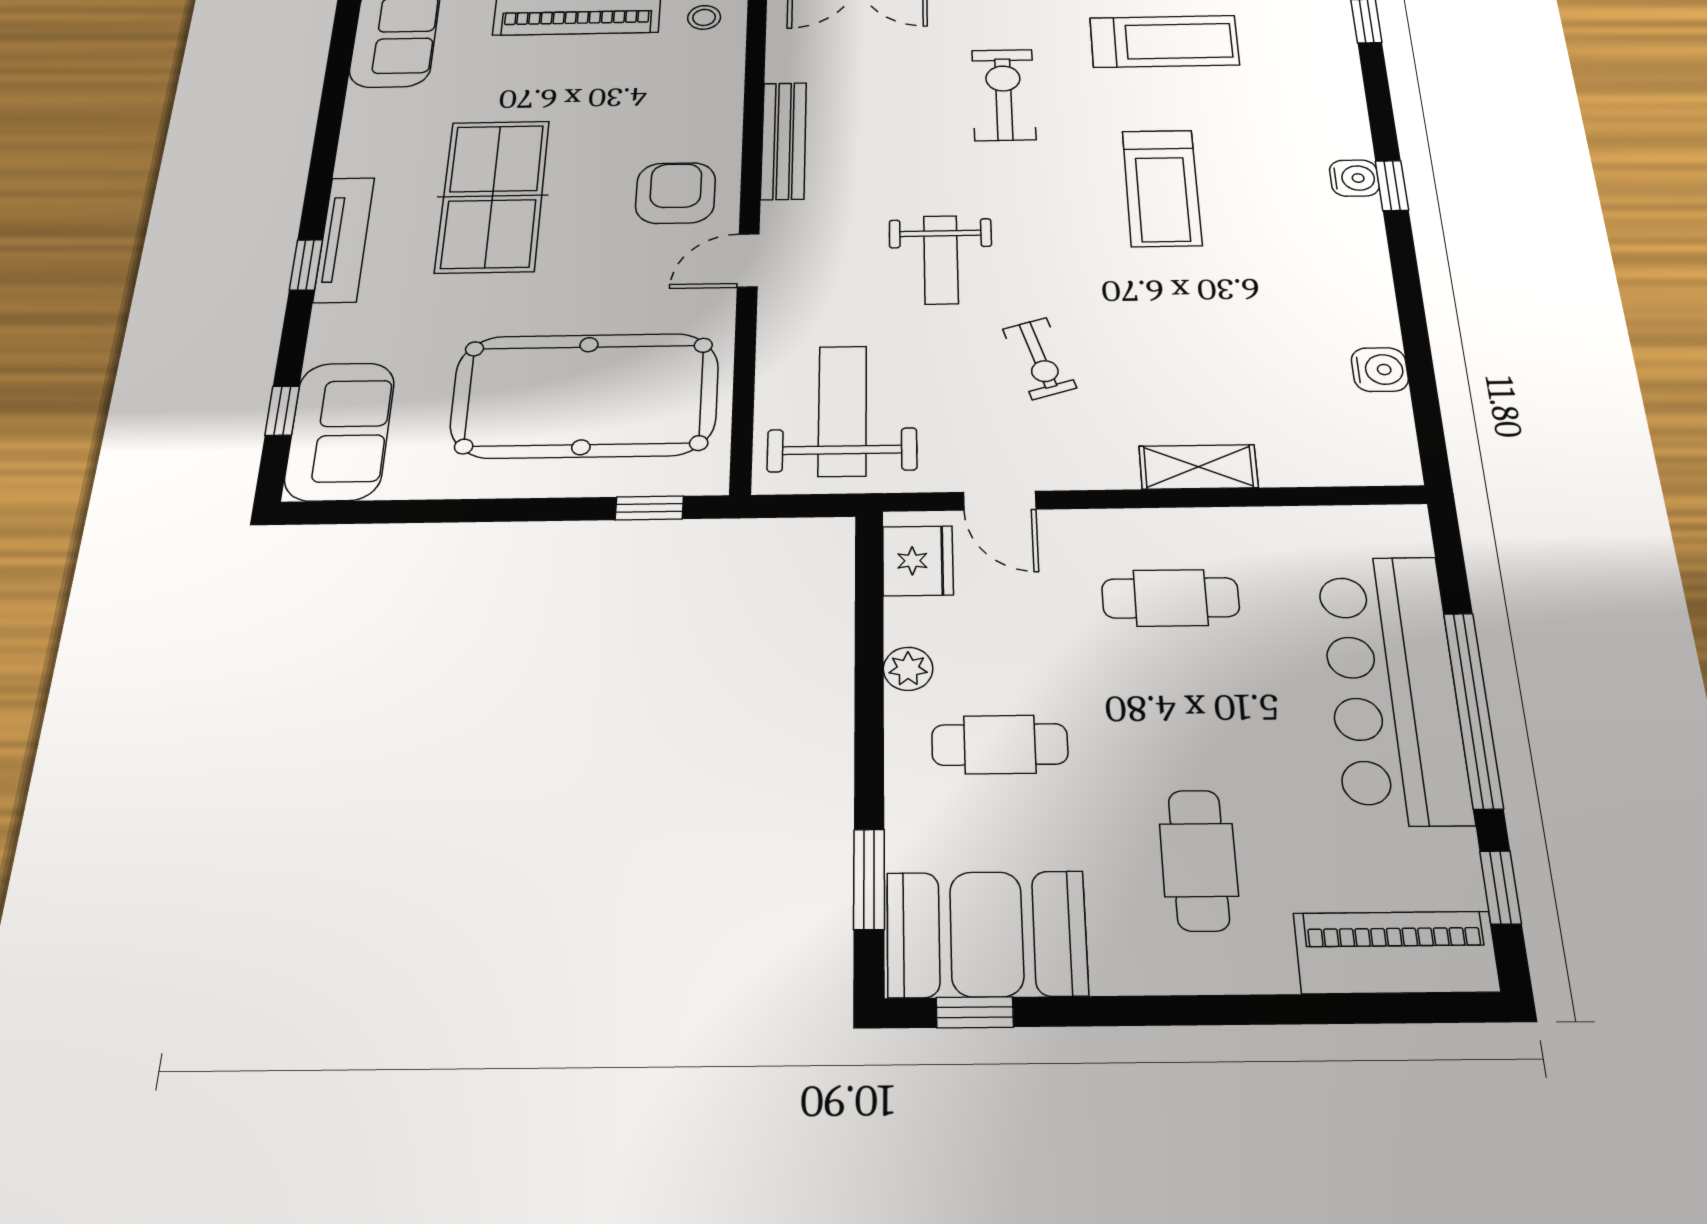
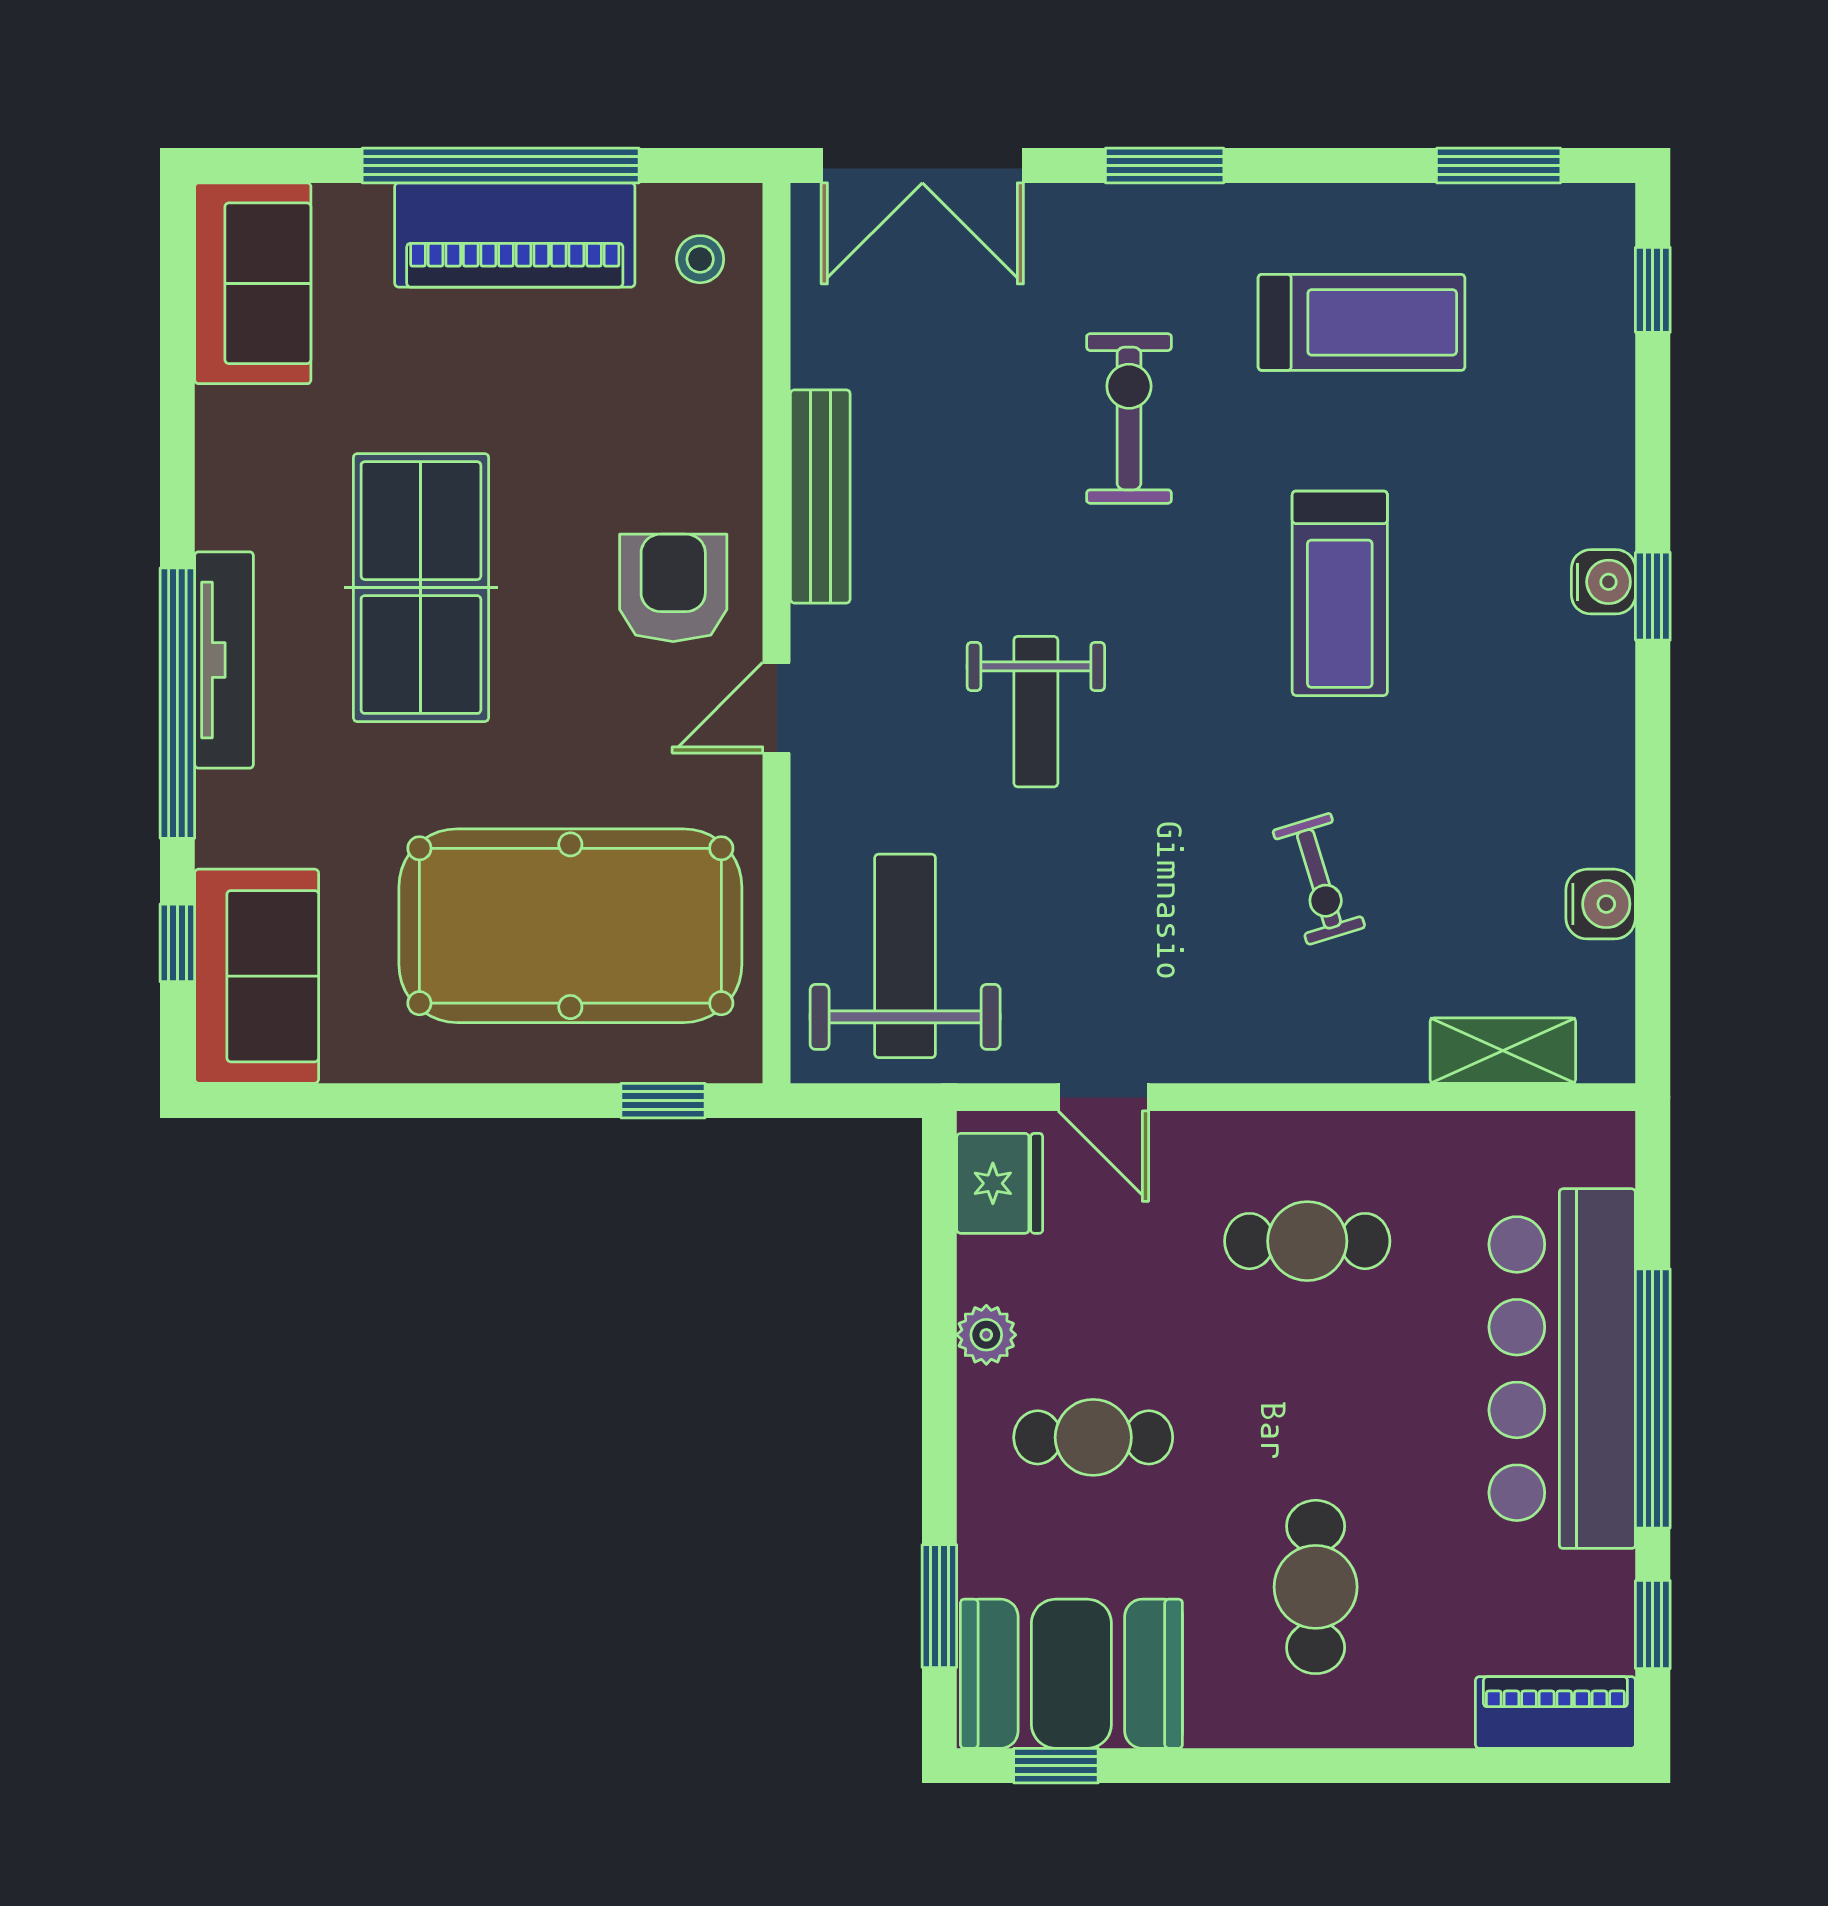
window: (306, 265) -> (177, 703), width x3.17
exercise bike: (1039, 358) -> (1319, 879), moved
shelving: (1198, 467) -> (1503, 1051), moved
piano: (1396, 952) -> (1555, 1712), width x0.73, depth x0.75

